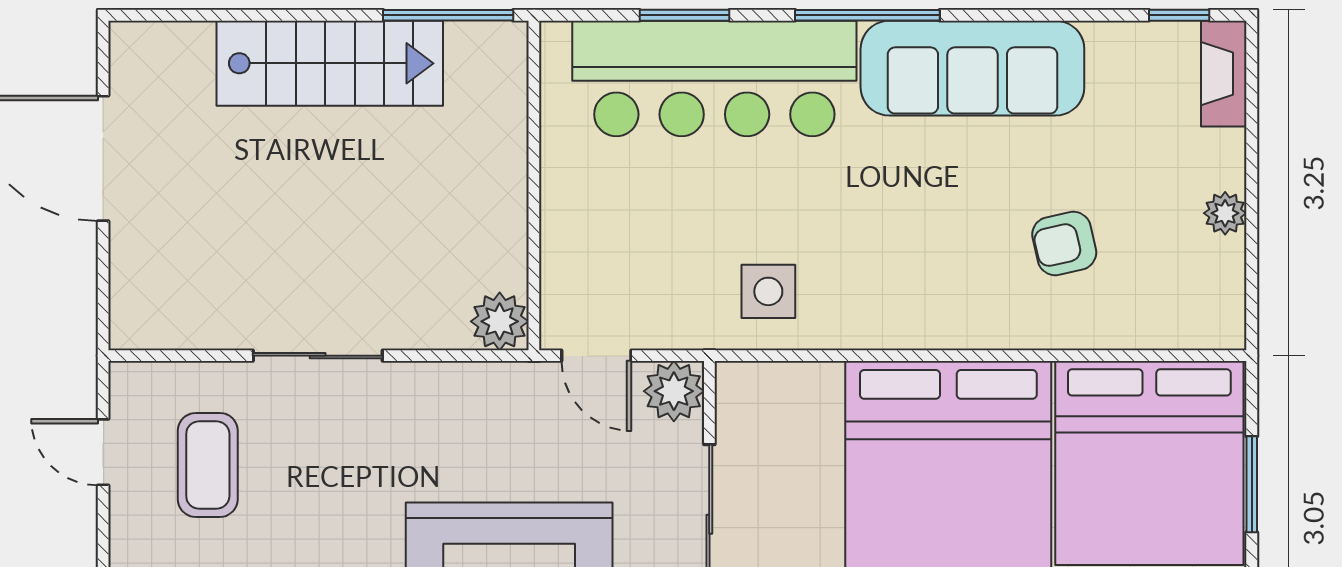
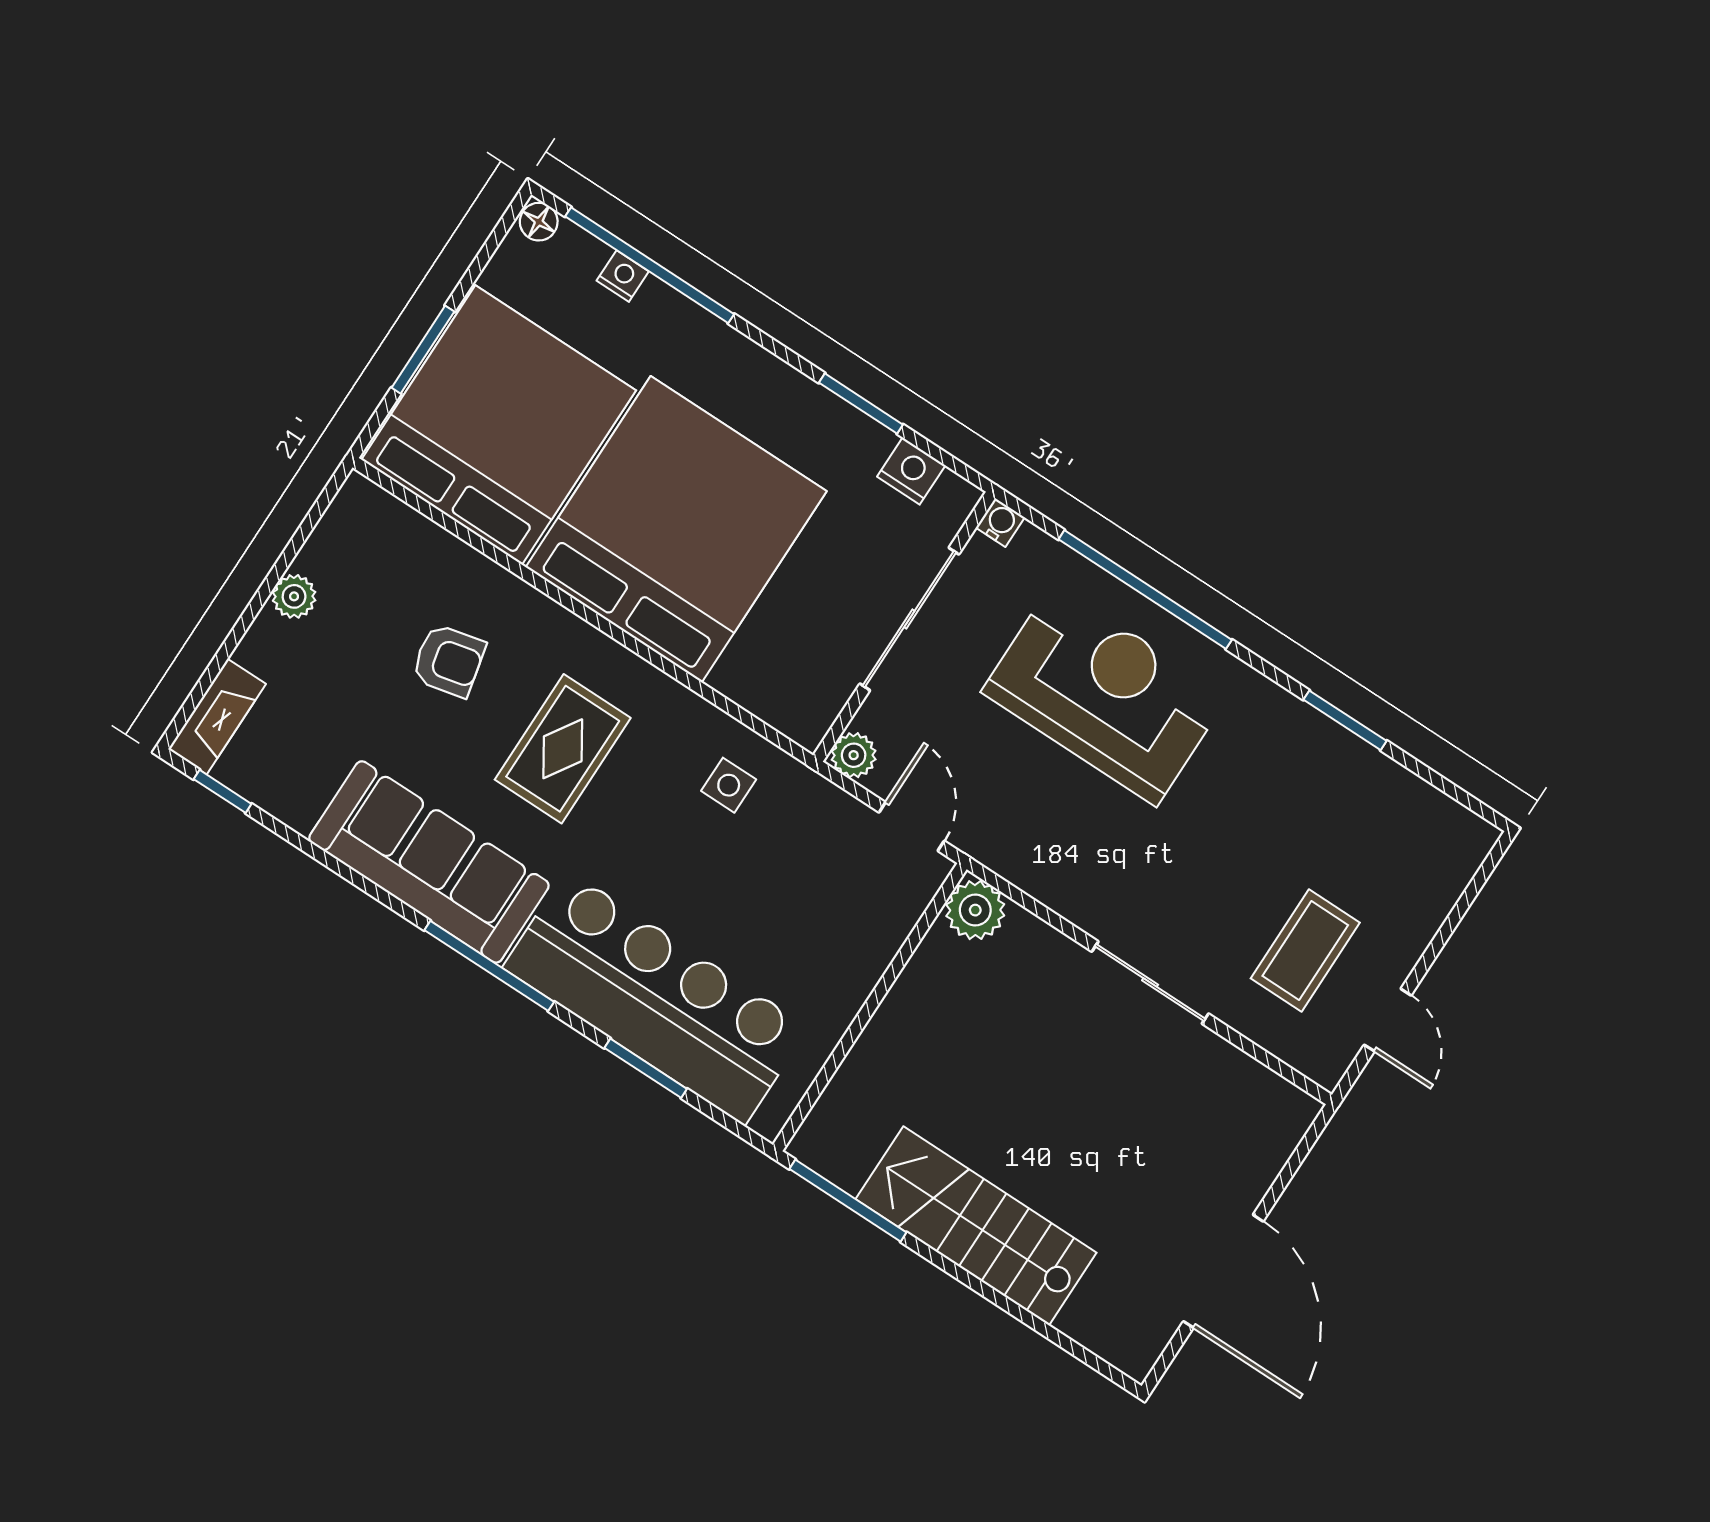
rug: (924, 232) -> (563, 749), added
side table: (768, 291) -> (729, 785), width x0.73, depth x0.73
plant: (674, 391) -> (854, 755), width x0.73, depth x0.73

